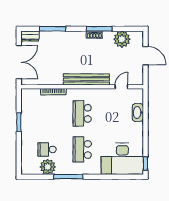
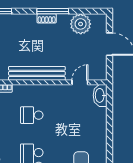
washbasin: (138, 112) -> (100, 95), moved
school desk: (82, 113) -> (32, 115), width x0.54

